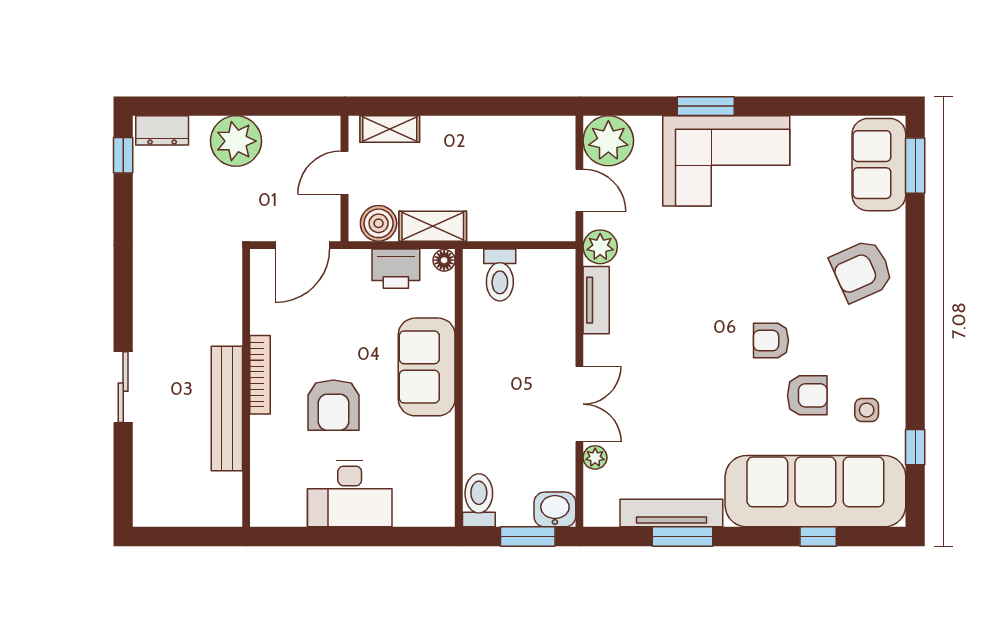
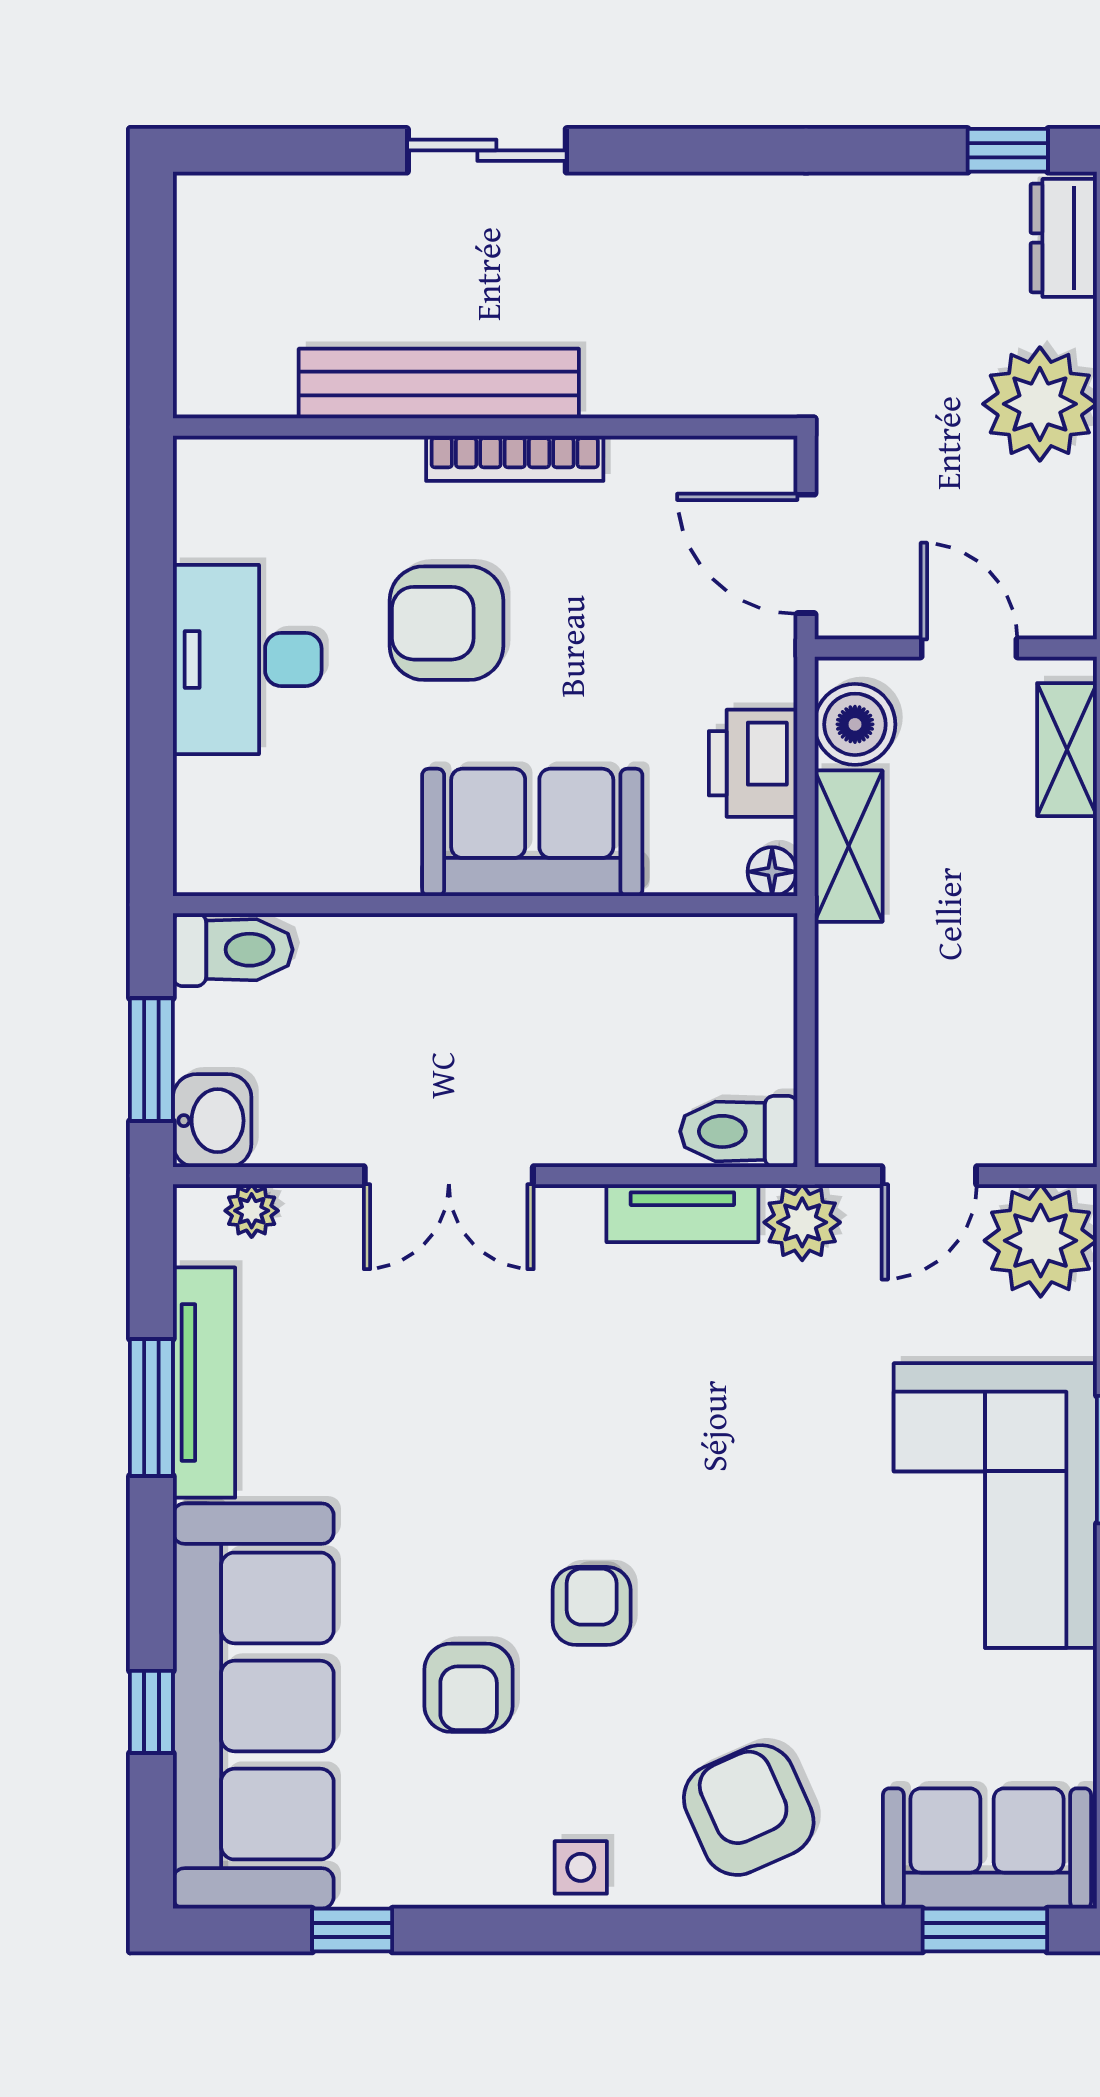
toilet: (500, 275) -> (739, 1131), moved
side table: (867, 410) -> (581, 1867), moved
plant: (595, 457) -> (252, 1211), moved

